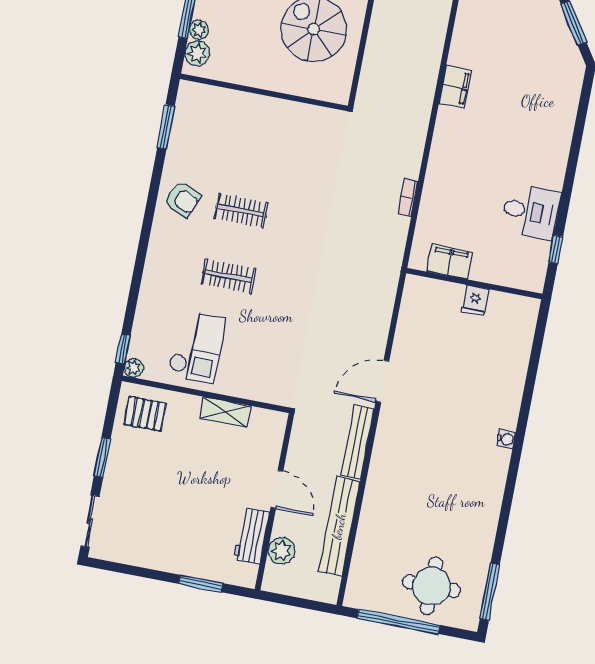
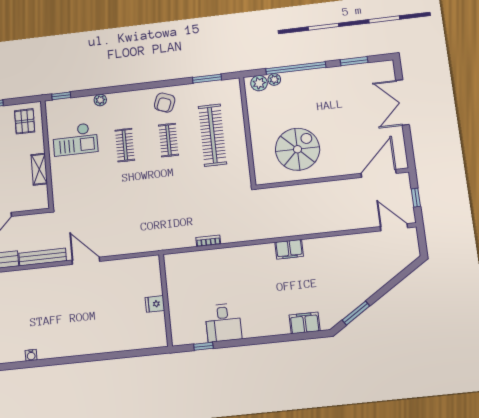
clothes rail: (254, 145) -> (212, 135), added
filing cabinet: (450, 262) -> (305, 323), moved, turned -90
plant: (134, 368) -> (100, 100), moved
water cooler: (506, 439) -> (31, 355), moved

